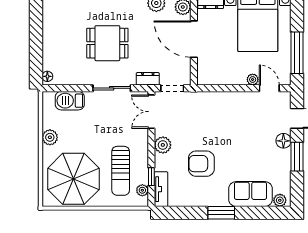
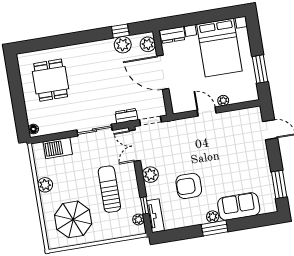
dining table: (107, 43) -> (51, 80), moved, turned 90
window: (297, 53) -> (260, 69), width x0.69
door: (269, 88) -> (207, 112), moved
floor lamp: (283, 141) -> (261, 152), removed
window: (297, 157) -> (279, 184), moved
sun lounger: (121, 171) -> (109, 189), moved, turned 180
parasol: (73, 179) -> (73, 219), width x0.73, depth x0.73
plant: (280, 200) -> (213, 217), moved

